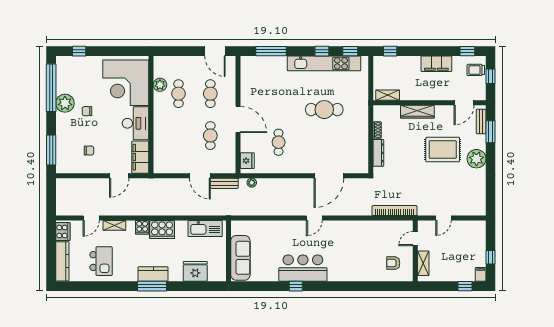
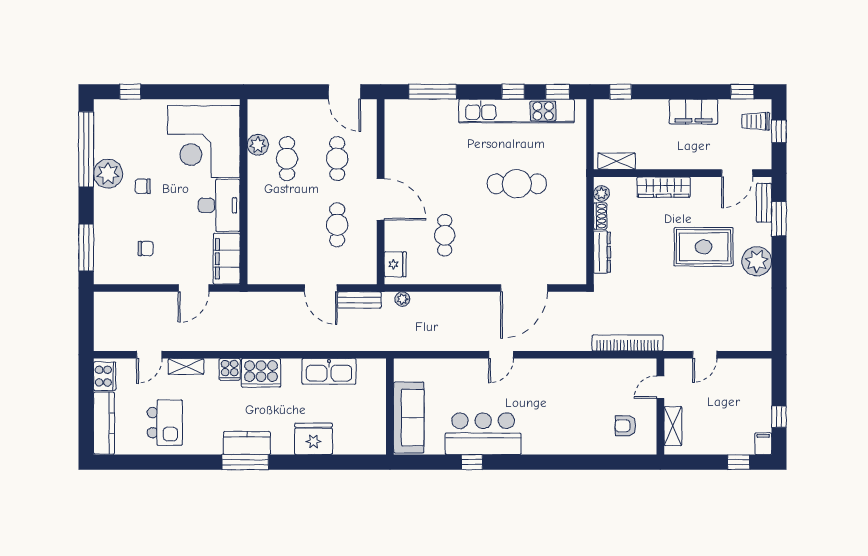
plant: (378, 116) -> (602, 193), added
wall: (229, 251) -> (390, 407), moved
sofa: (240, 258) -> (409, 418), moved

